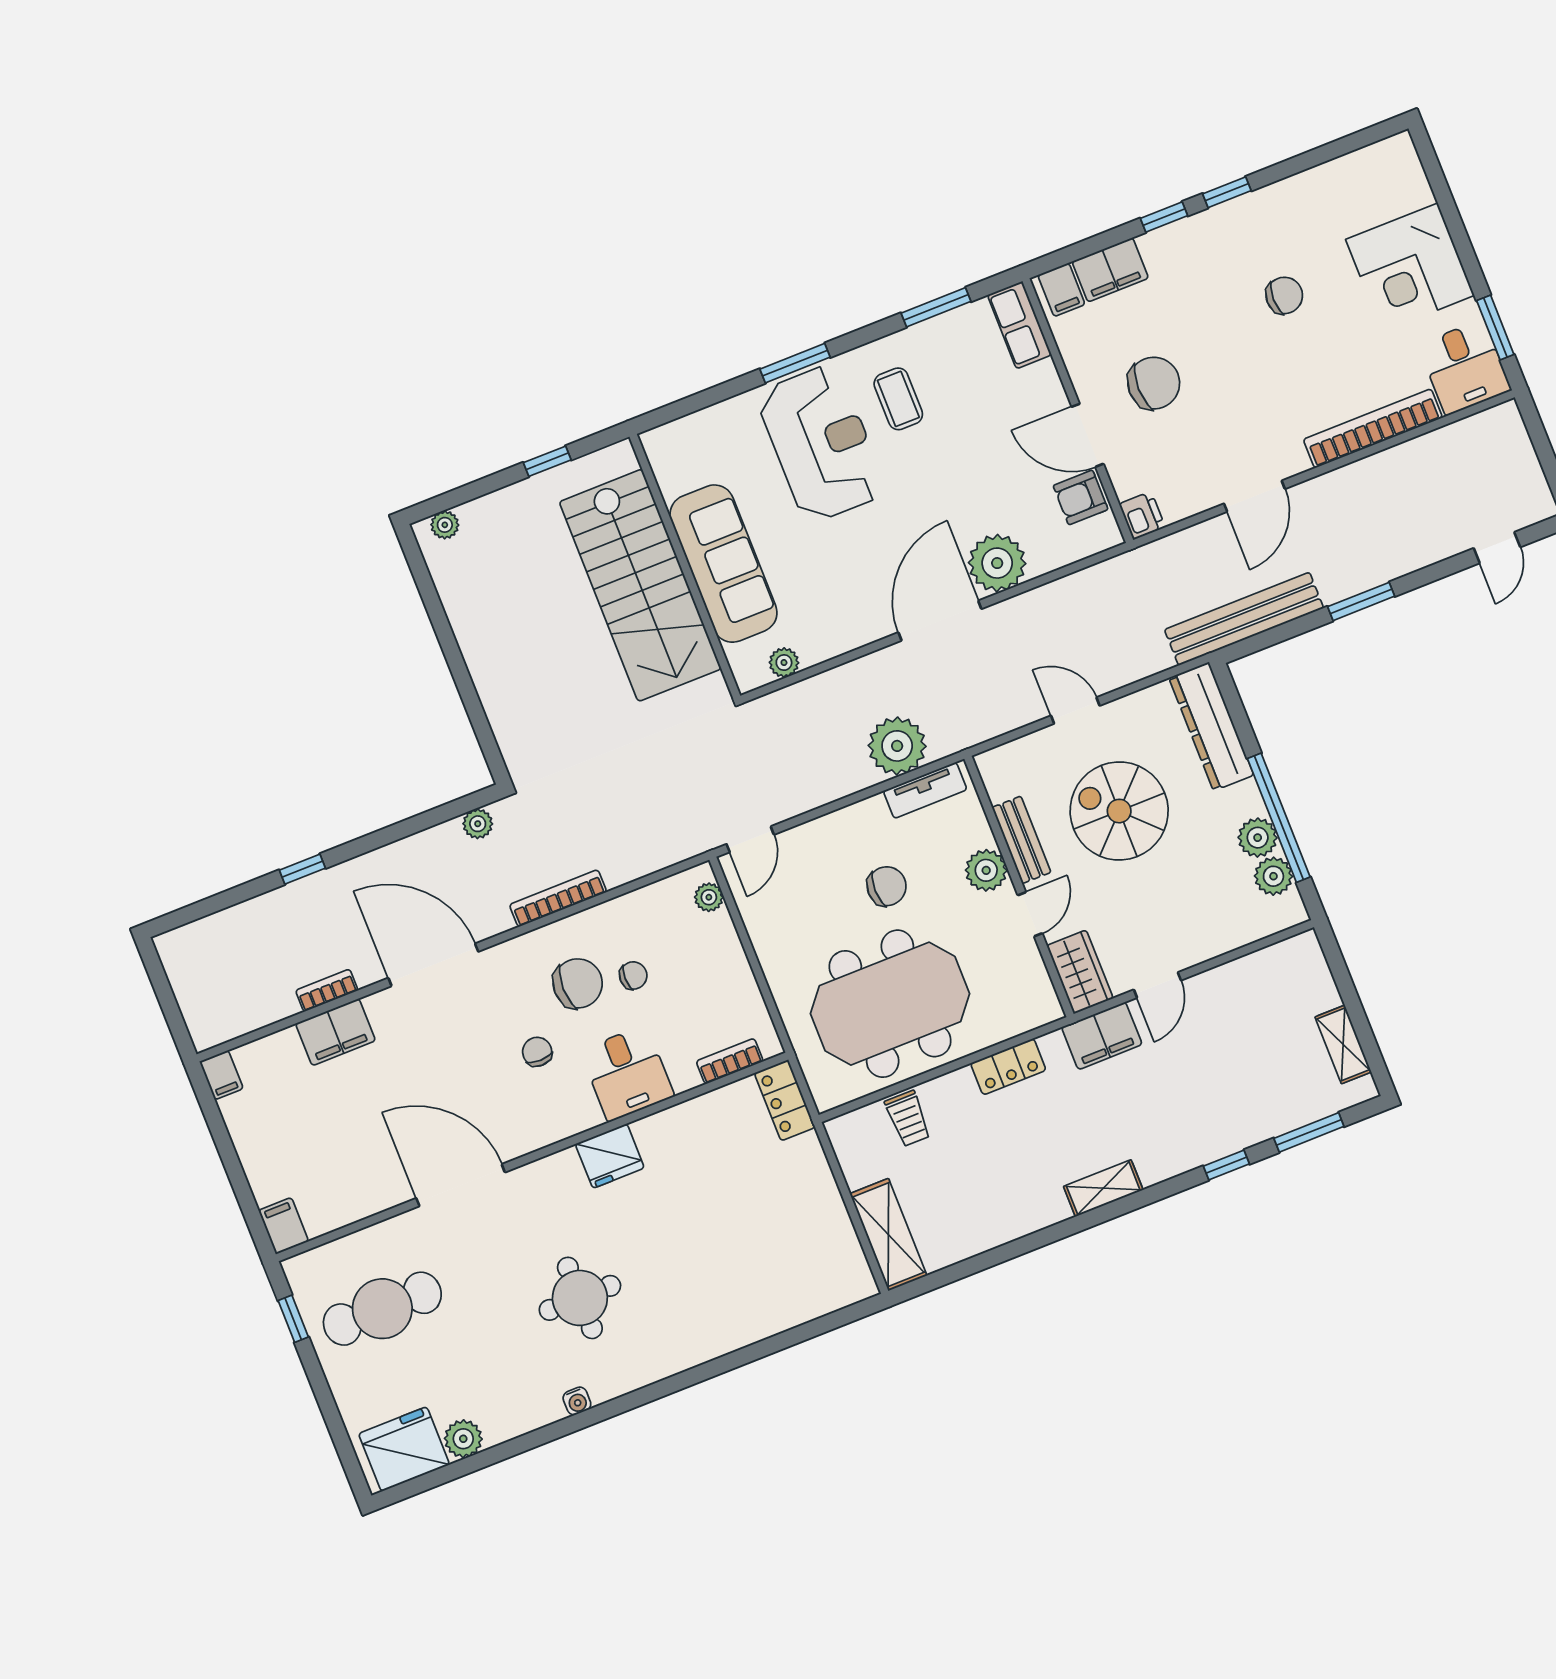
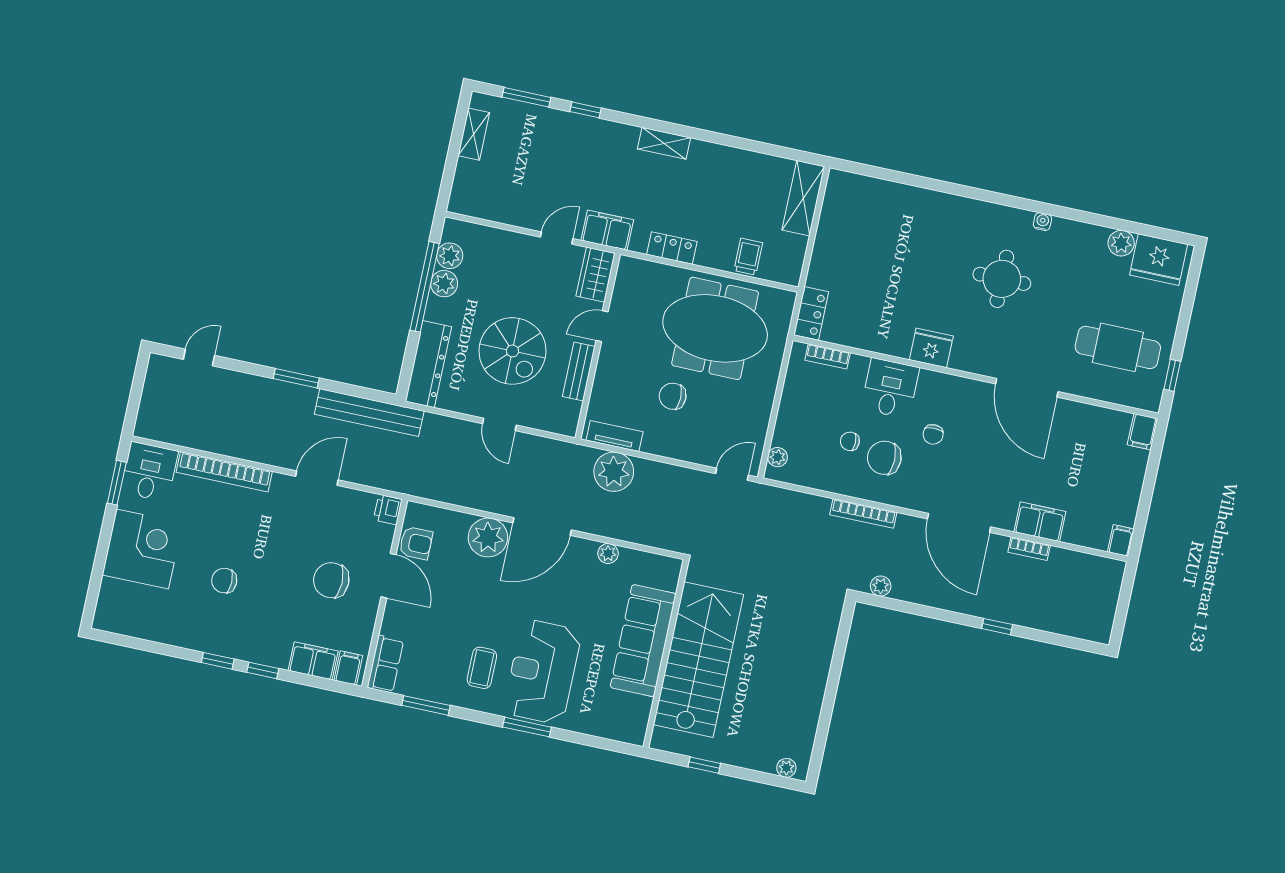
plant: (784, 663) -> (608, 553), moved
plant: (986, 870) -> (610, 368), removed

